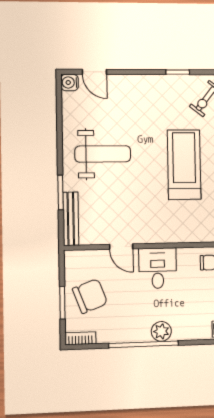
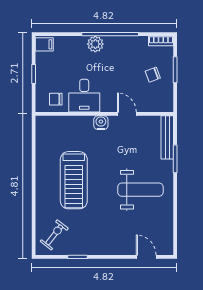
water cooler: (70, 82) -> (101, 123), moved, turned -90
weight bench: (103, 154) -> (140, 190), turned 180
desk: (158, 268) -> (84, 96), moved
chair: (90, 296) -> (153, 75), width x0.54, depth x0.54

